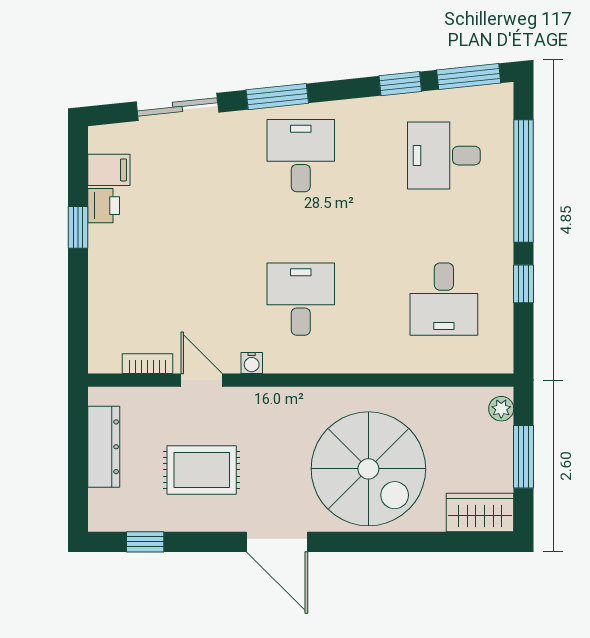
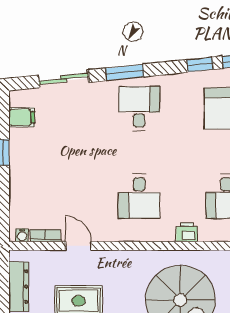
printer: (104, 206) -> (187, 232), moved, turned -90
desk: (301, 299) -> (139, 196), turned 180
water cooler: (252, 363) -> (22, 235), moved

